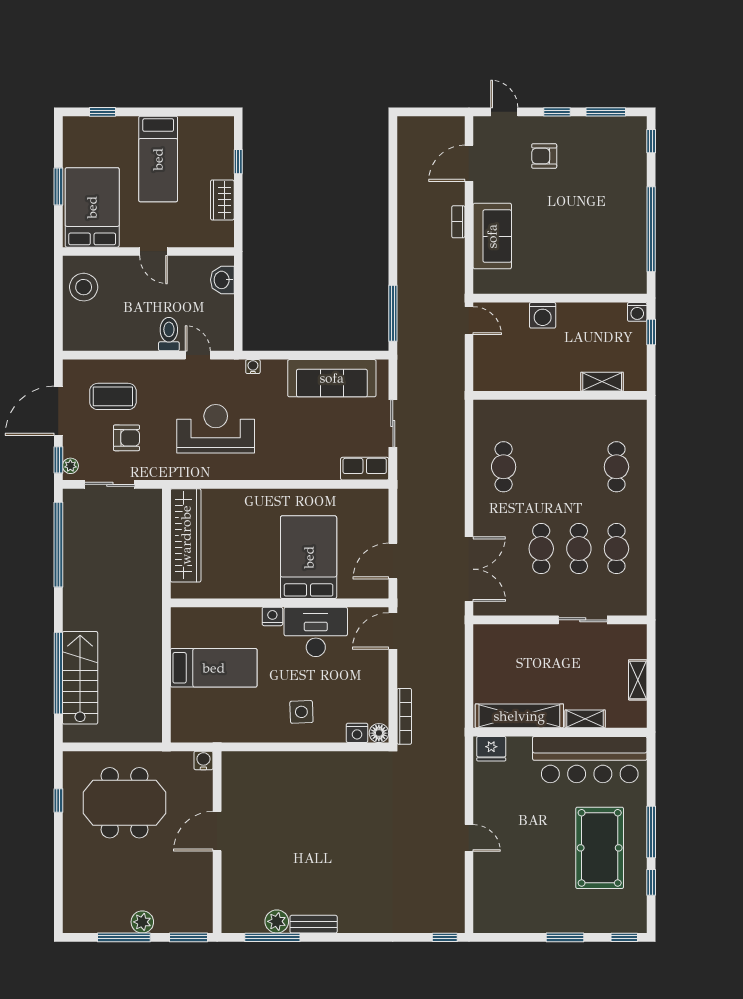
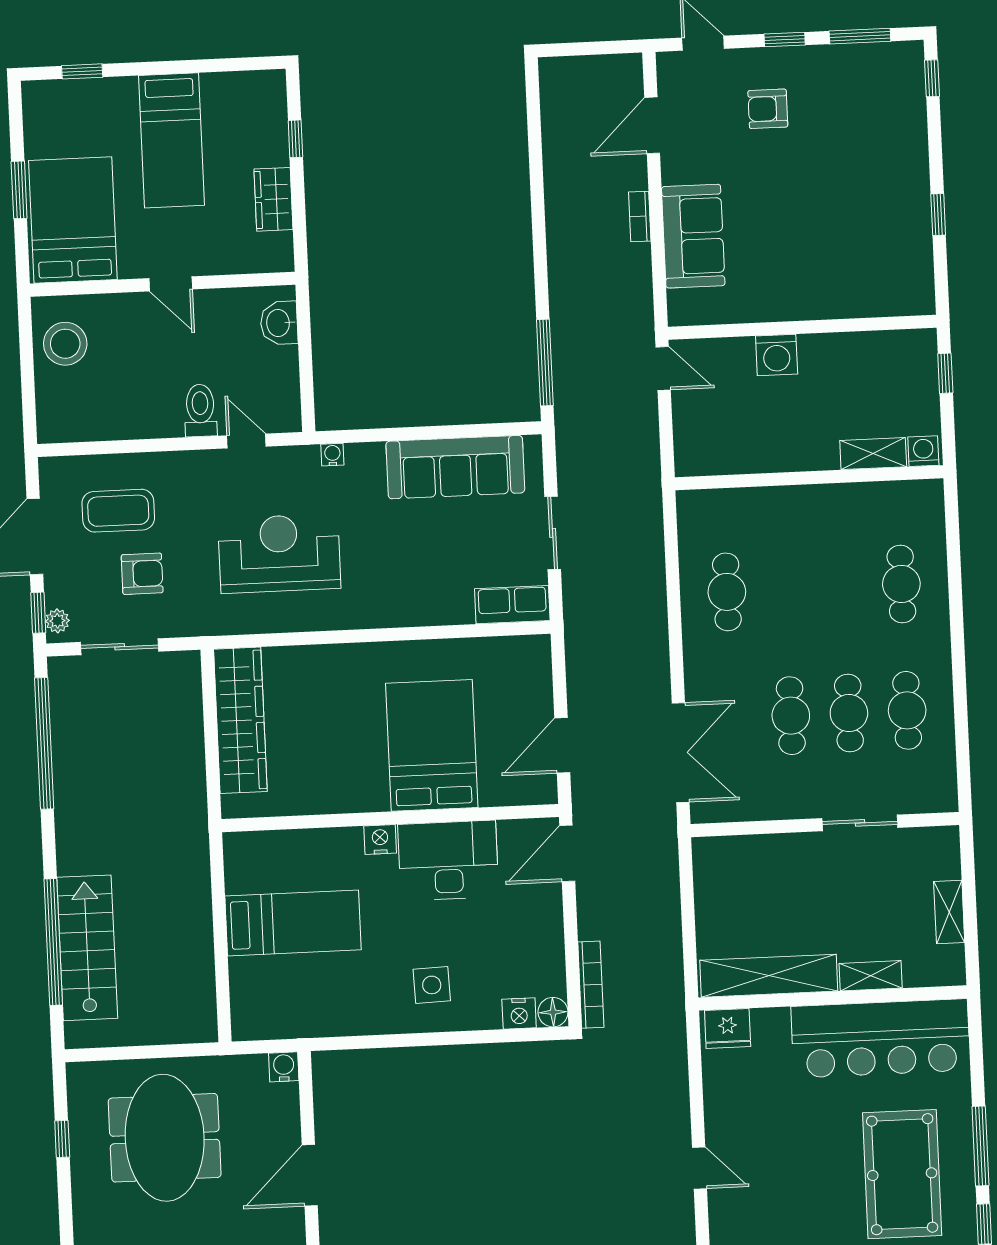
window: (651, 229) -> (938, 215), width x0.32
washing machine: (637, 312) -> (923, 451), moved, turned 180
meeting table: (125, 803) -> (165, 1138), turned 90

